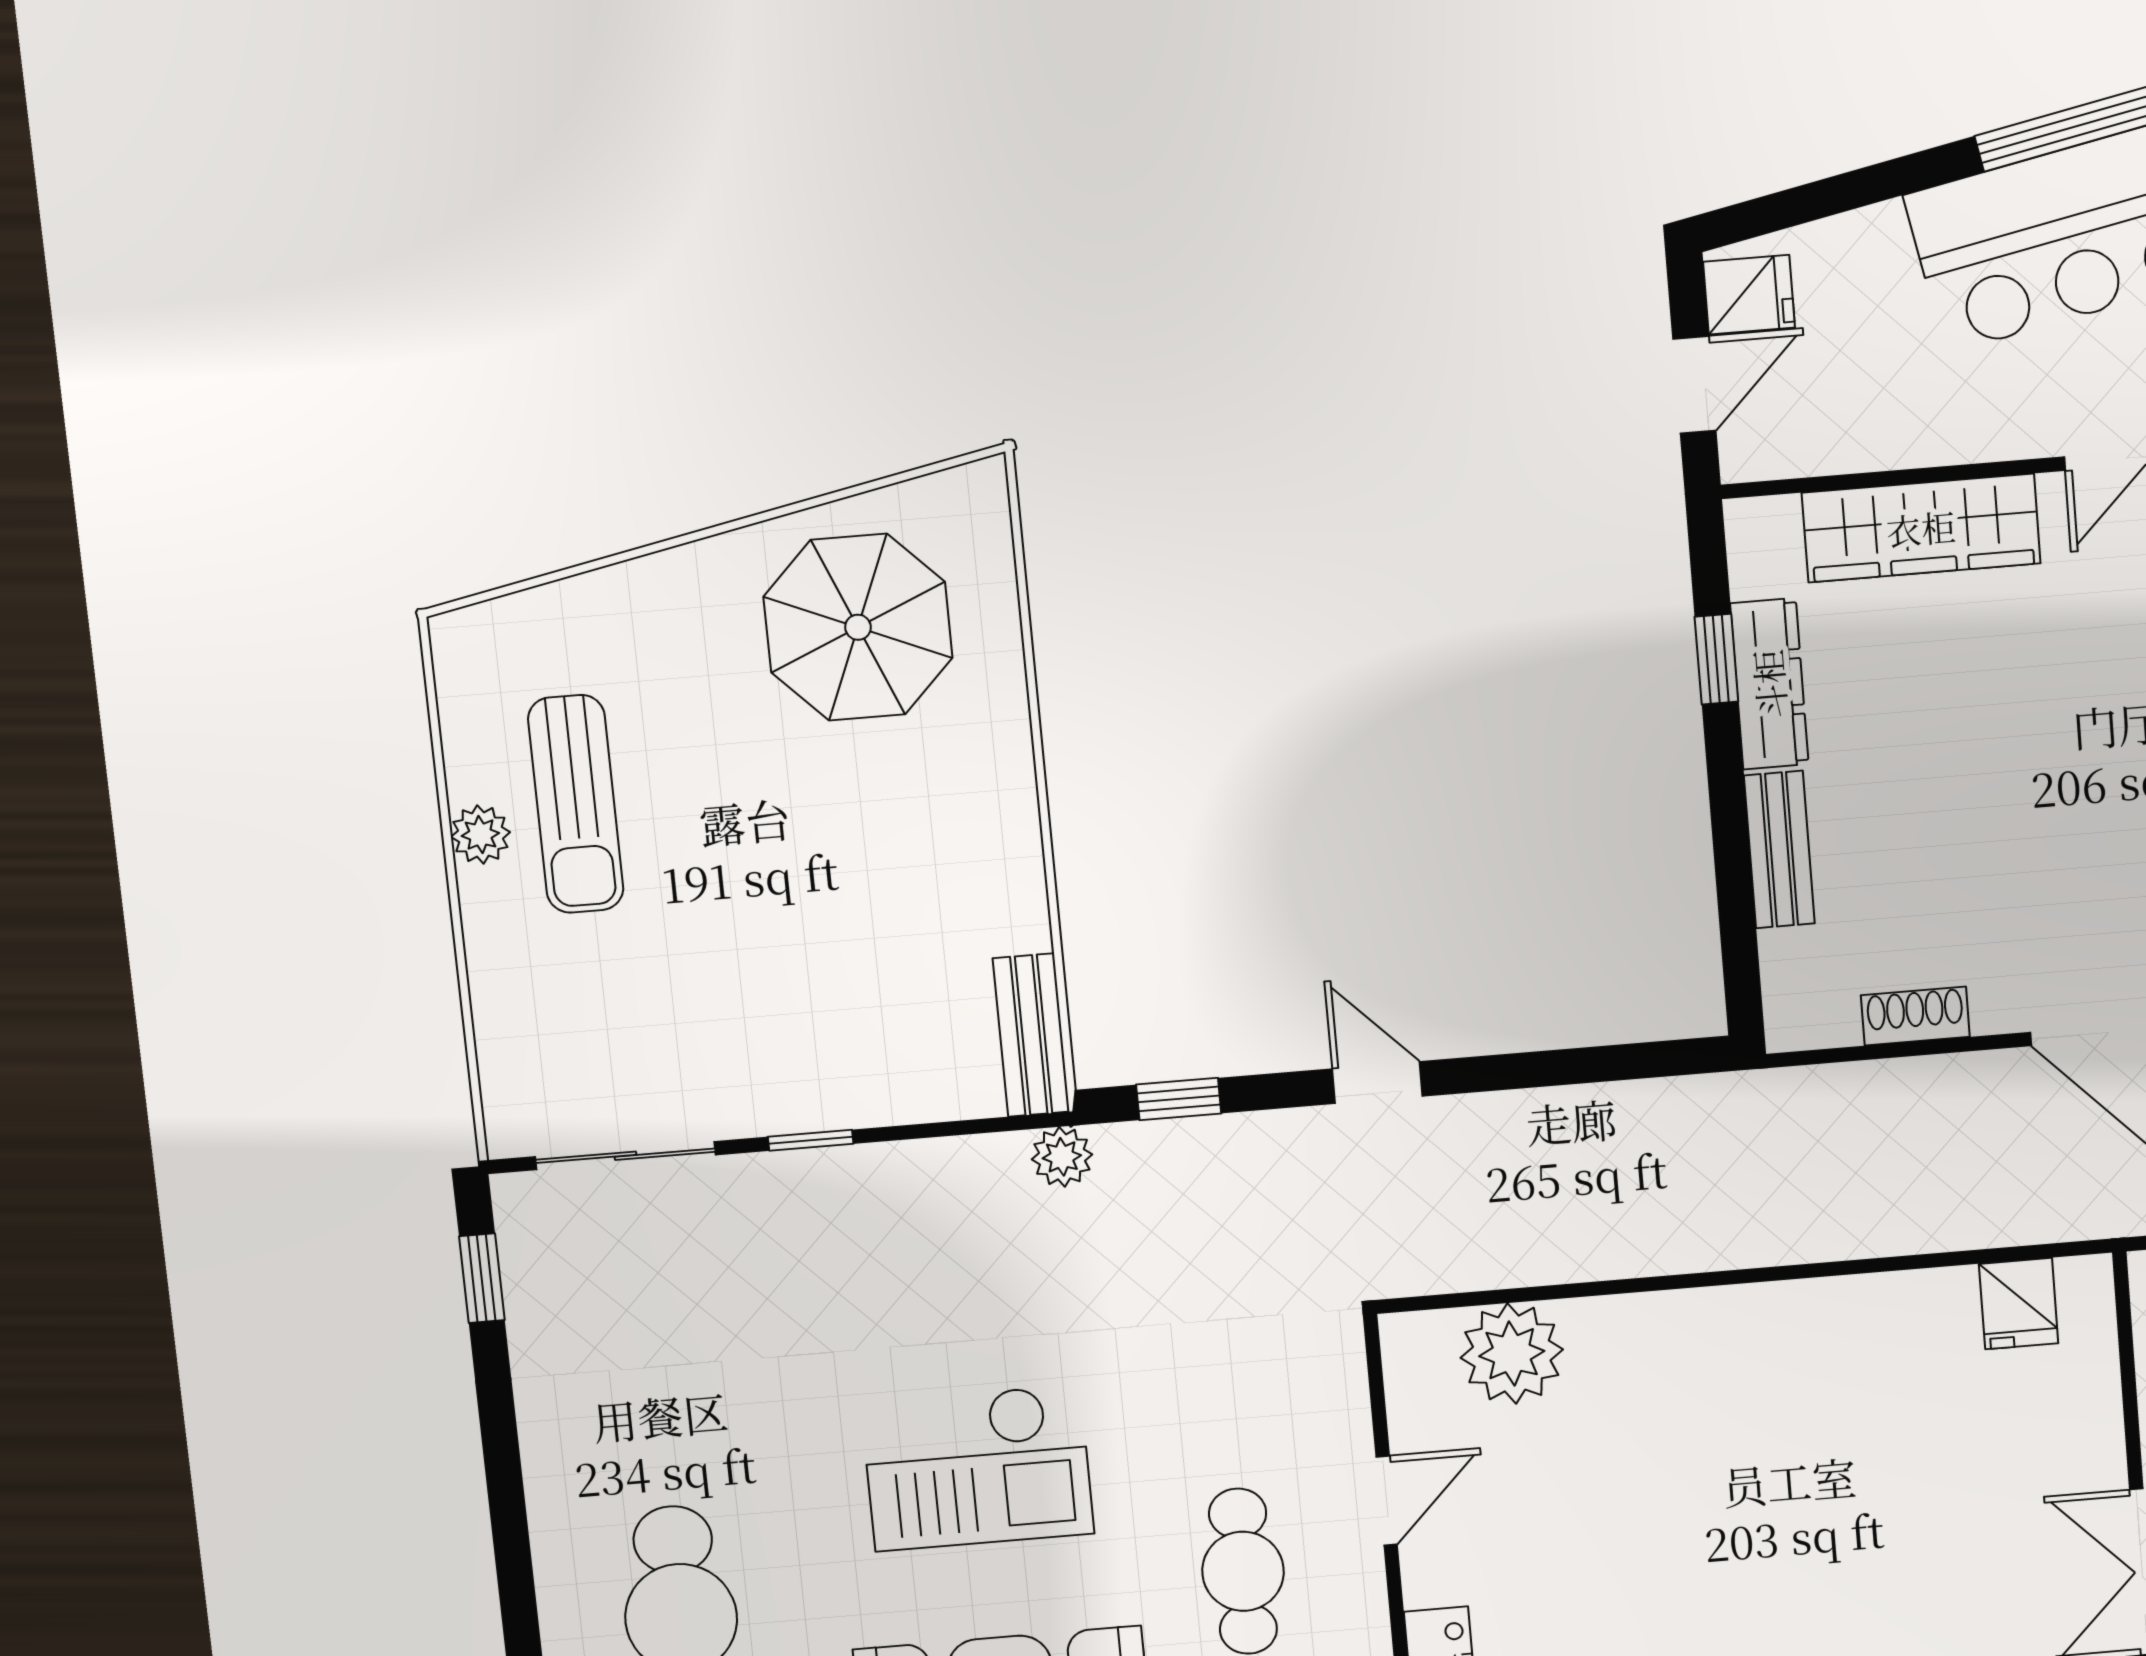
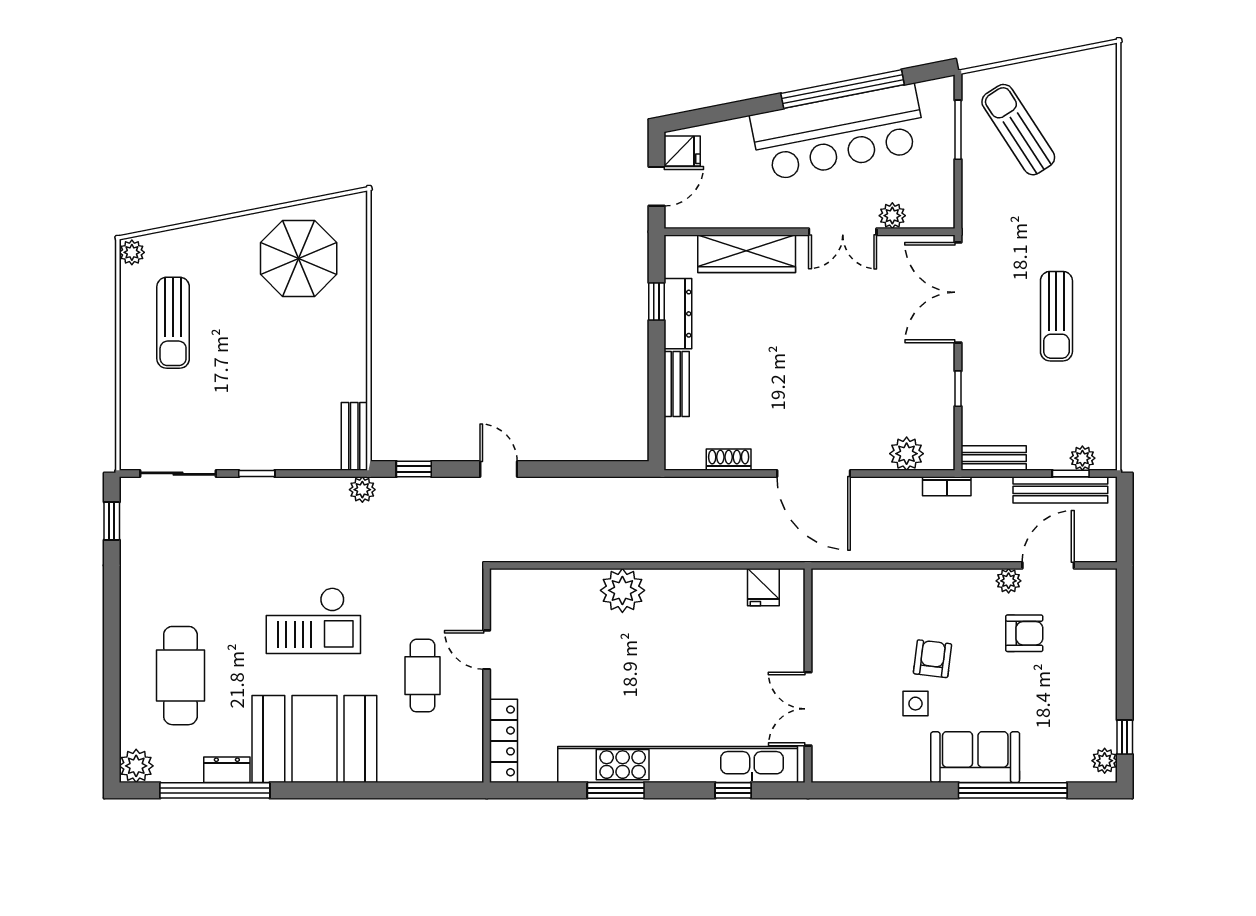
plant: (480, 835) -> (132, 252), moved
plant: (1512, 1354) -> (622, 590), moved
door: (1387, 1501) -> (487, 650), swing flipped

